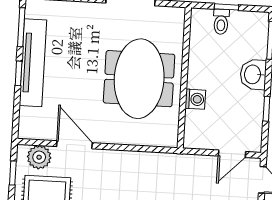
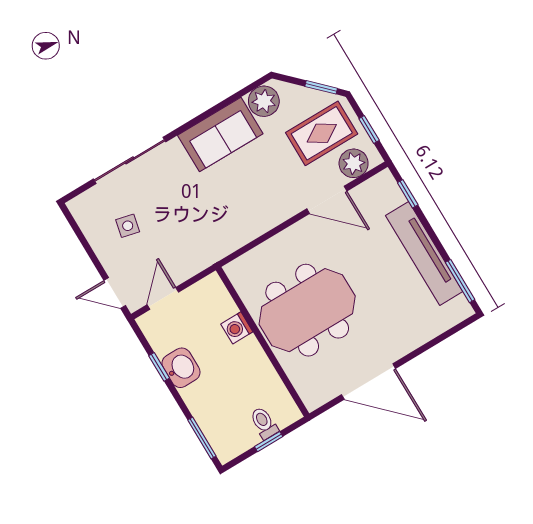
window: (19, 73) -> (408, 194), moved
washbasin: (253, 74) -> (181, 368), moved
meeting table: (139, 79) -> (307, 310), turned 90

